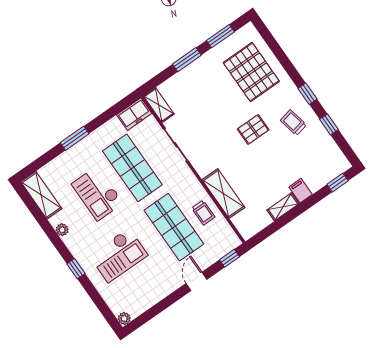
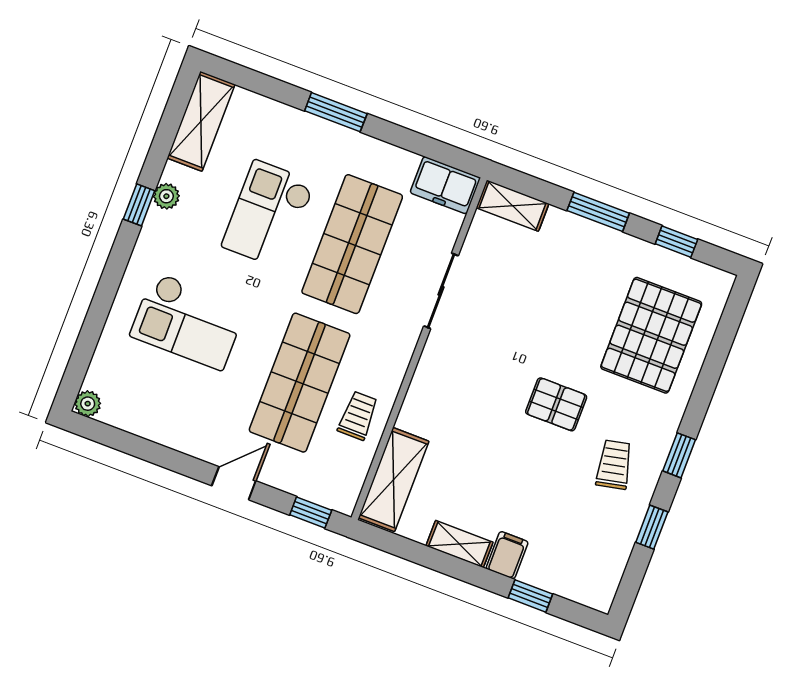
window: (220, 36) -> (676, 242), width x0.67
shelving: (159, 105) -> (513, 206), moved, turned 90
window: (338, 183) -> (530, 596), moved
shelving: (223, 194) -> (394, 480), moved
trolley: (203, 213) -> (358, 416), turned 180
window: (76, 269) -> (139, 205), moved

